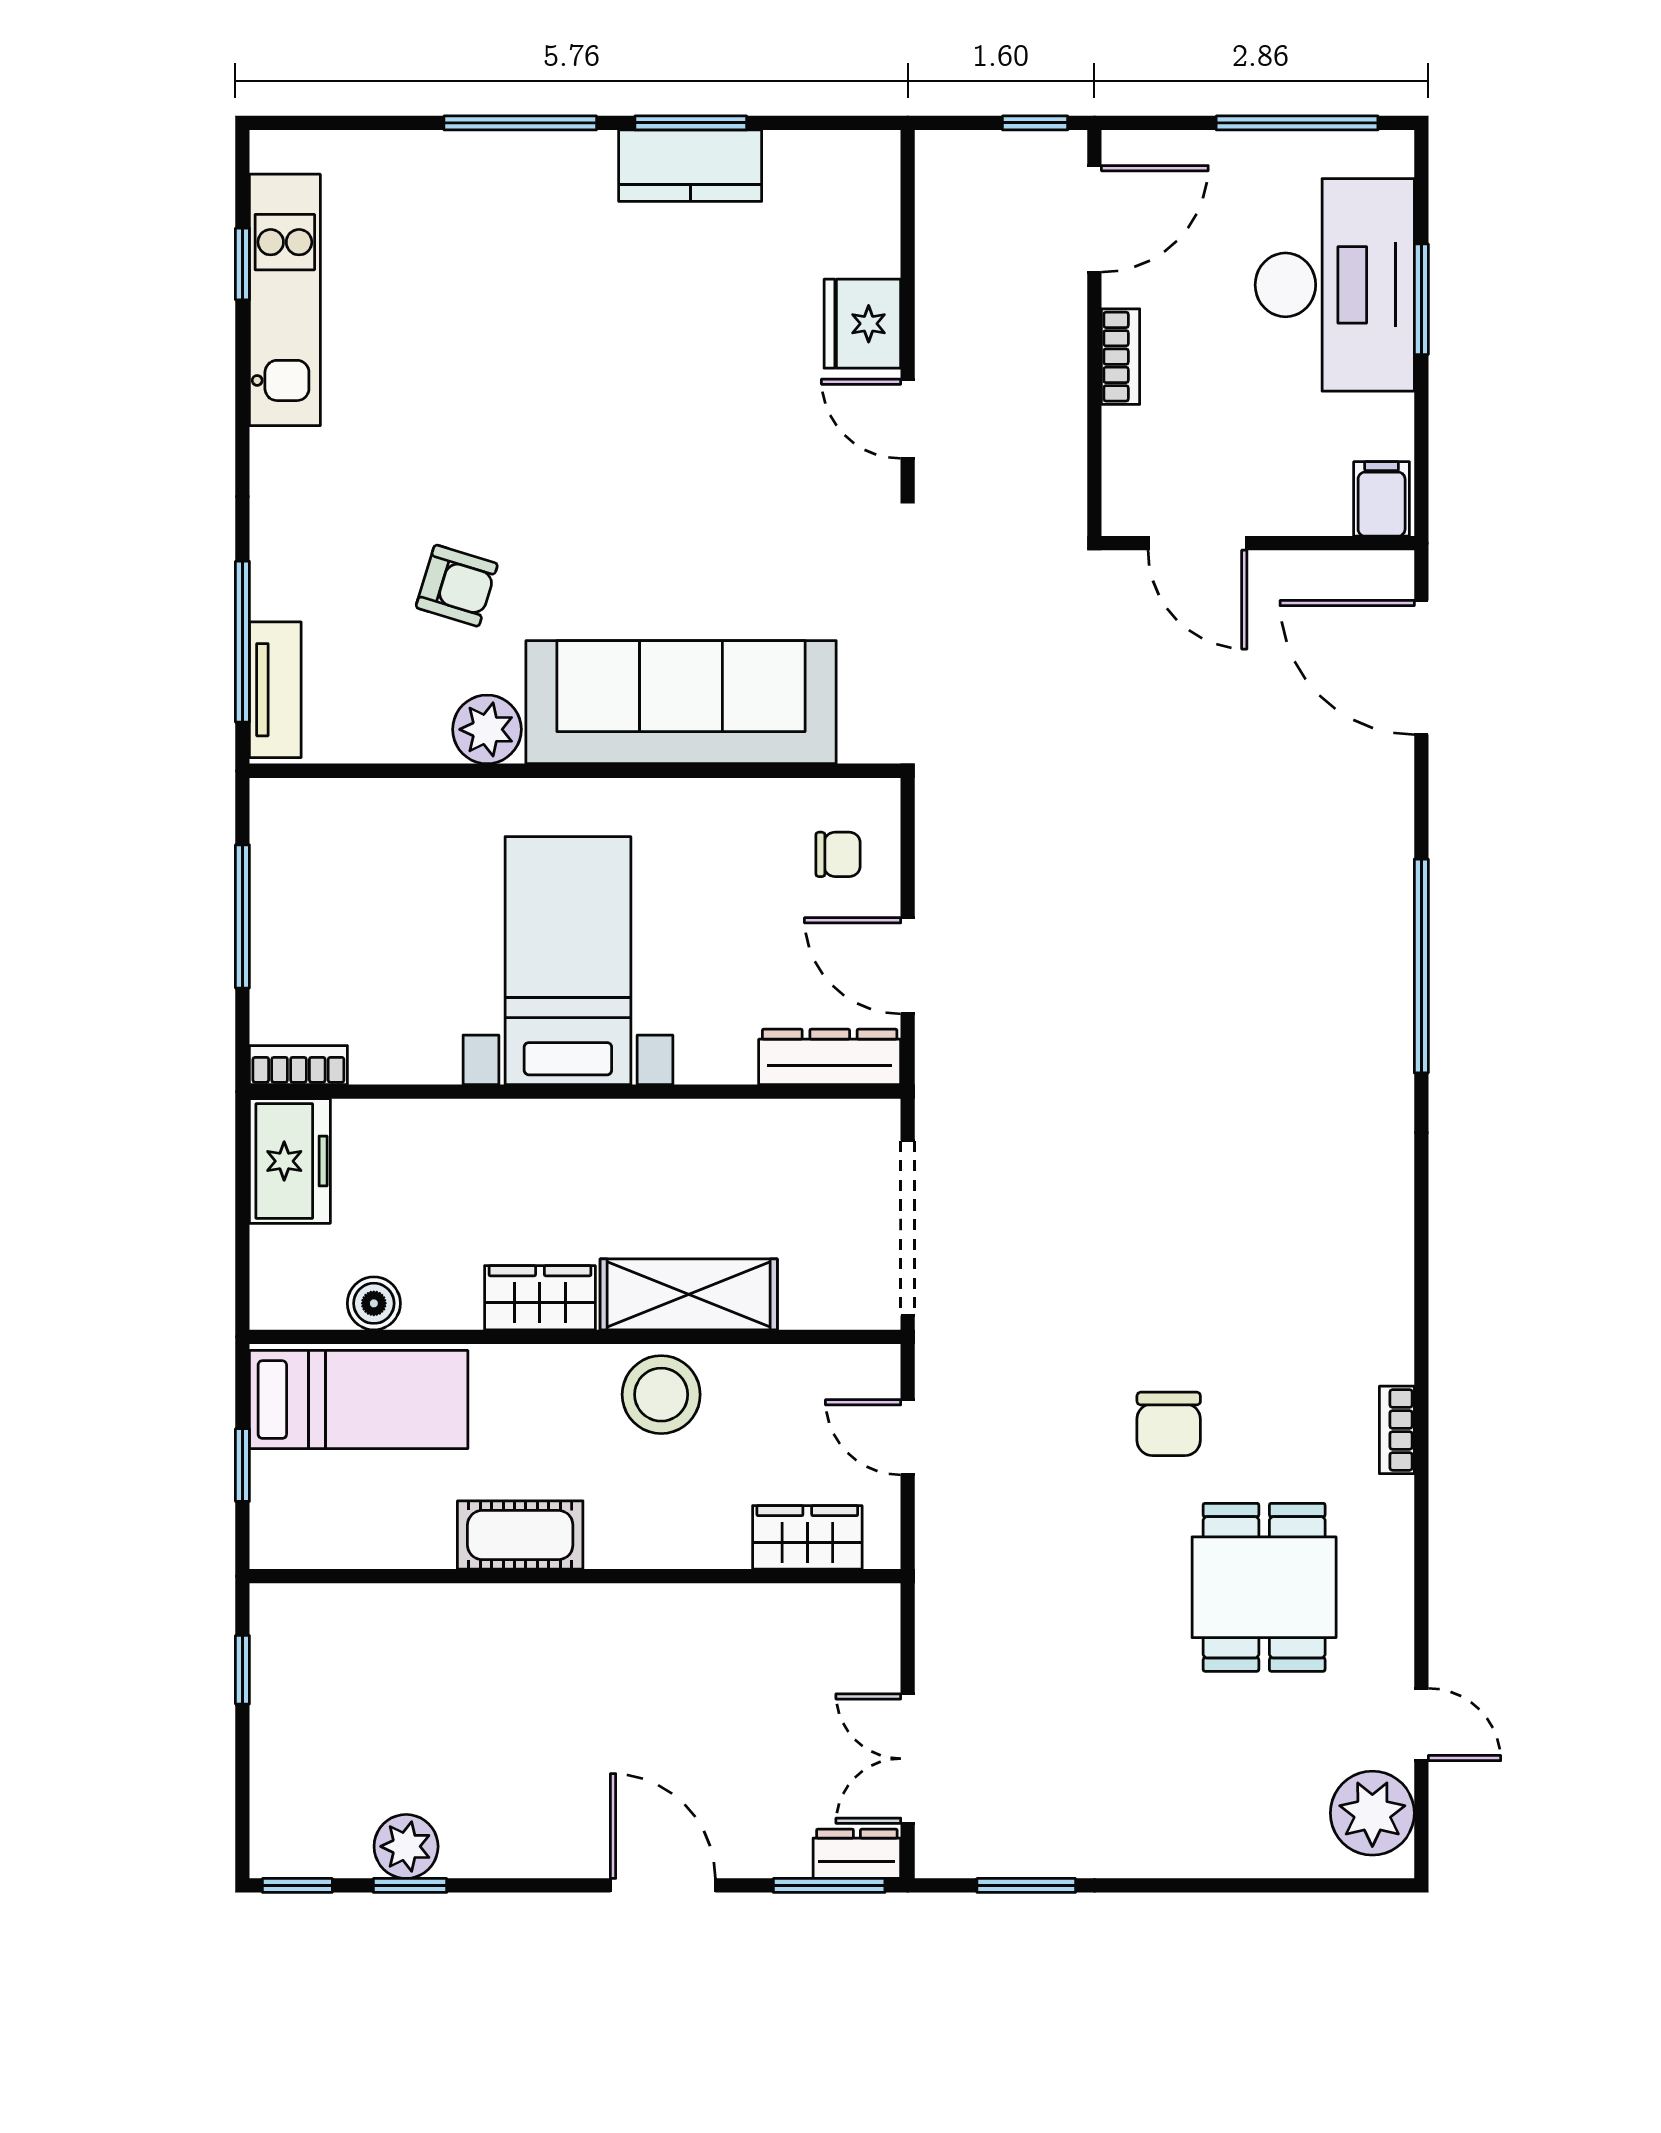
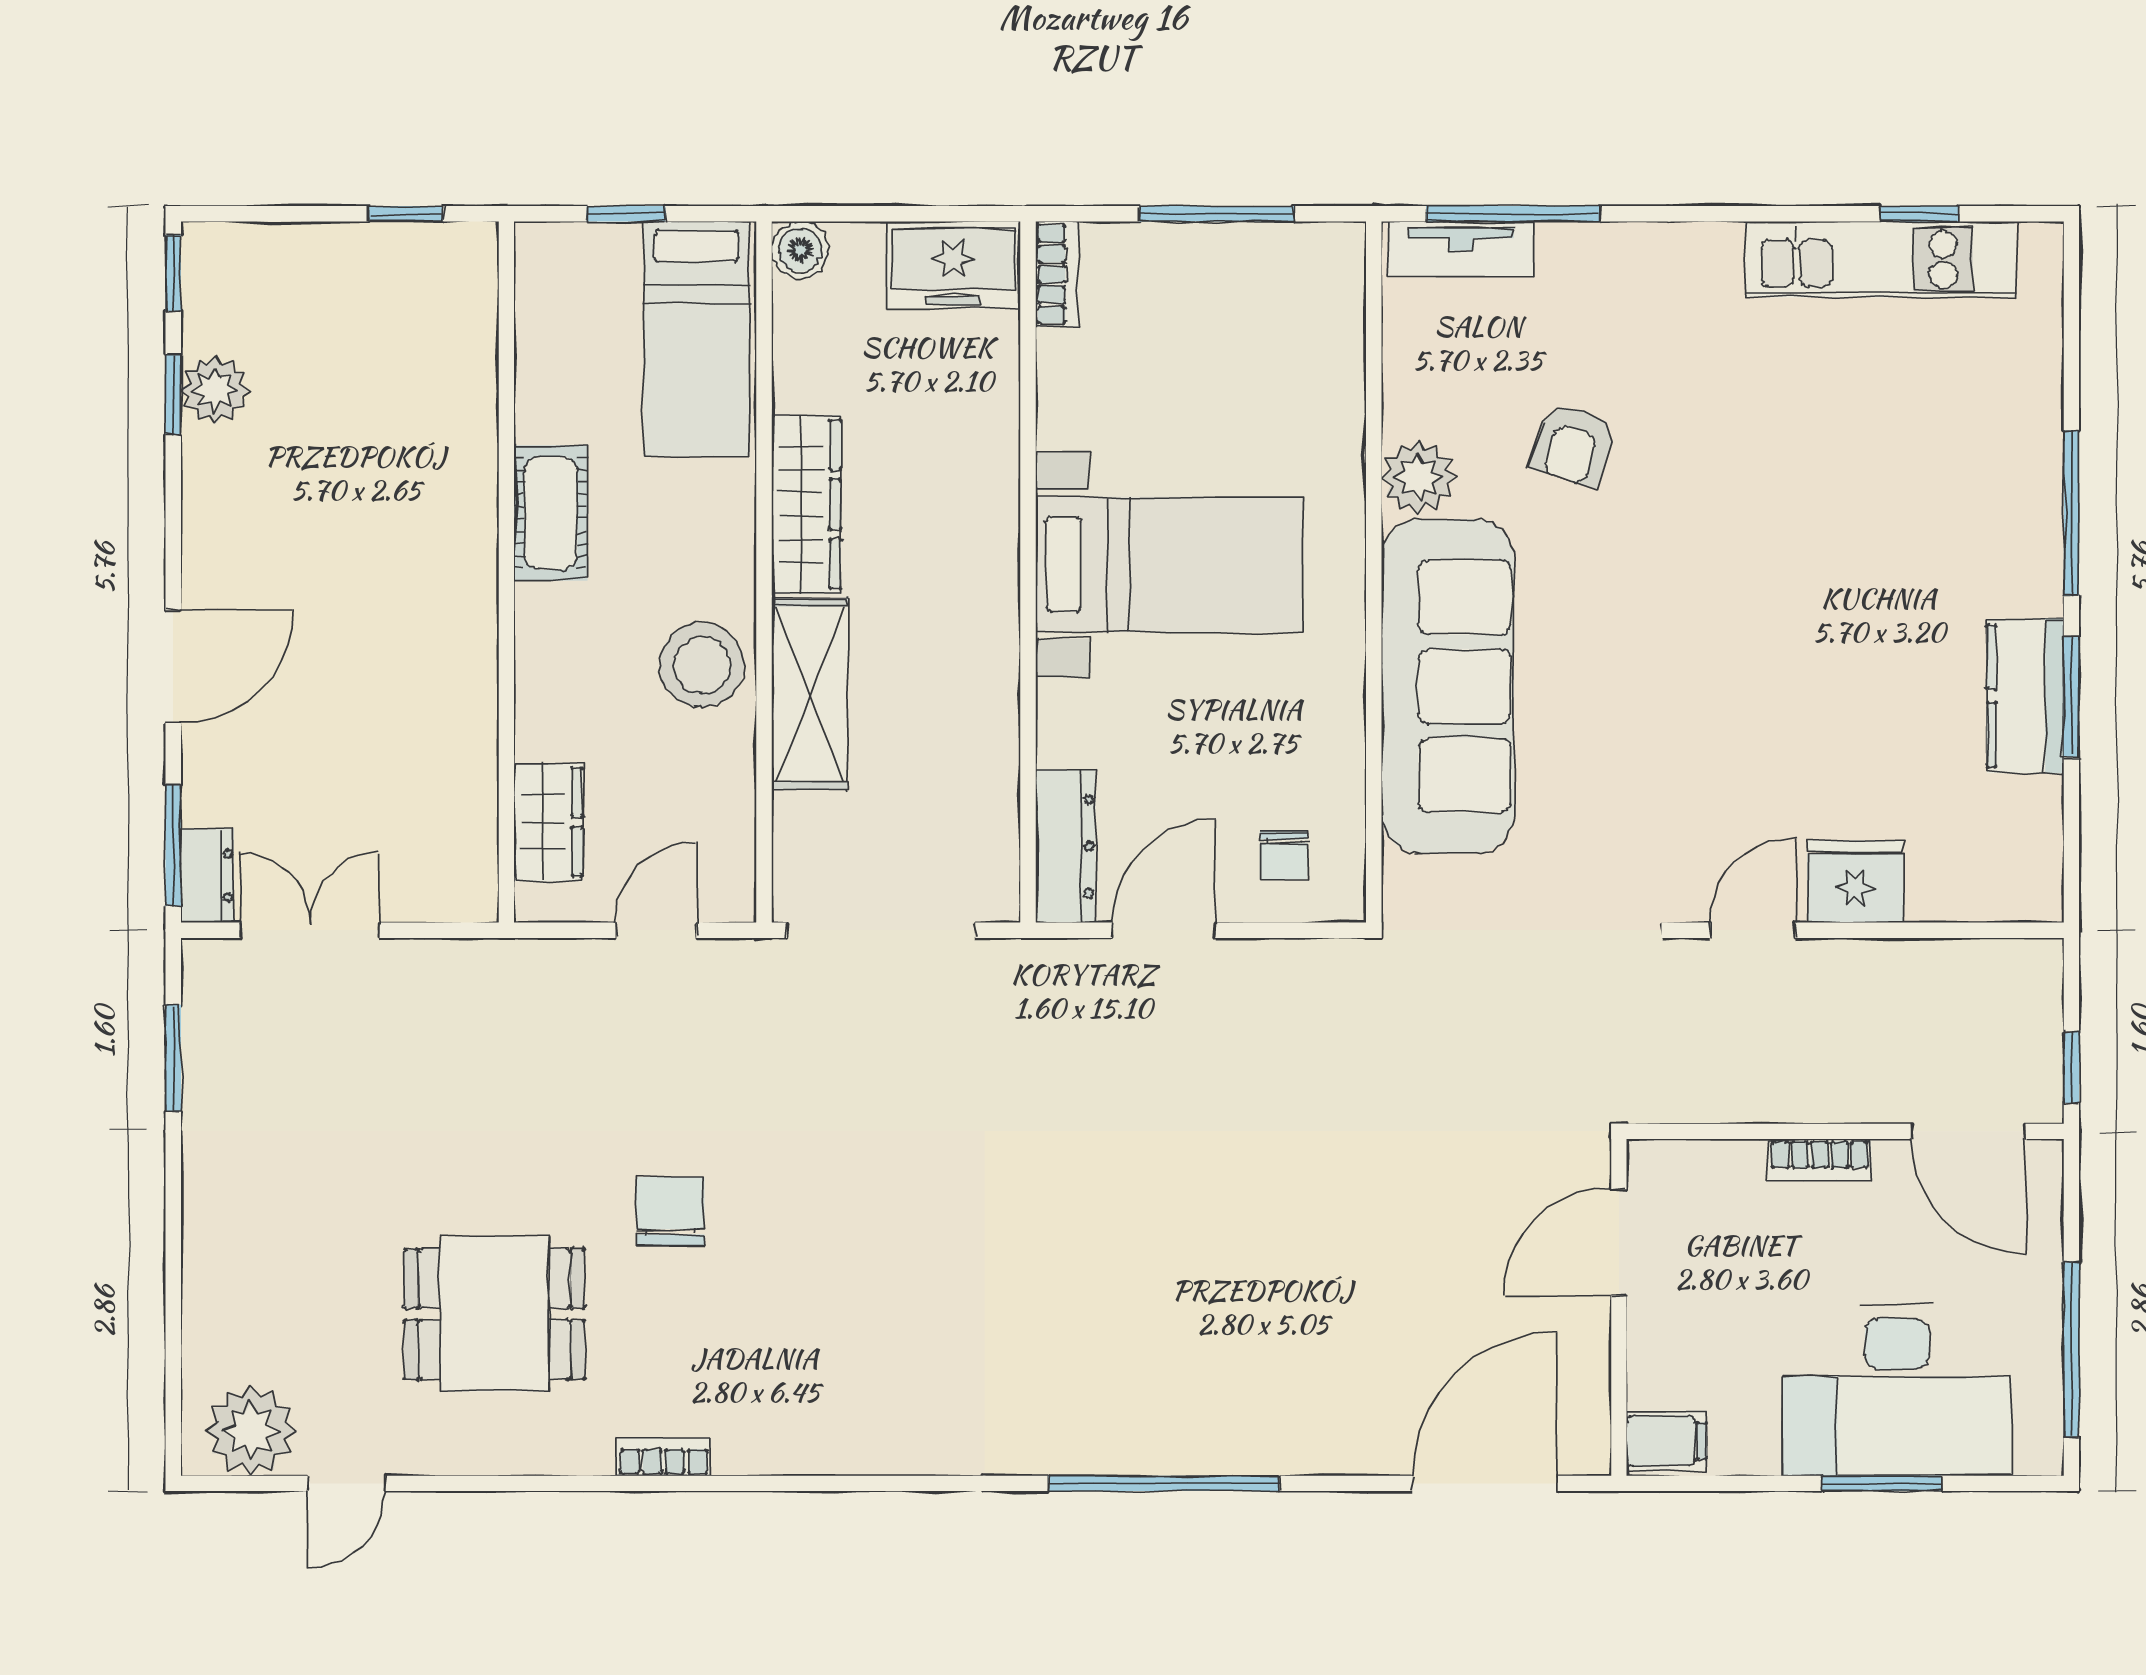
wardrobe: (540, 1298) -> (806, 504), width x1.50
boiler: (374, 1303) -> (800, 250), moved
chair: (1169, 1424) -> (670, 1211), turned 90

